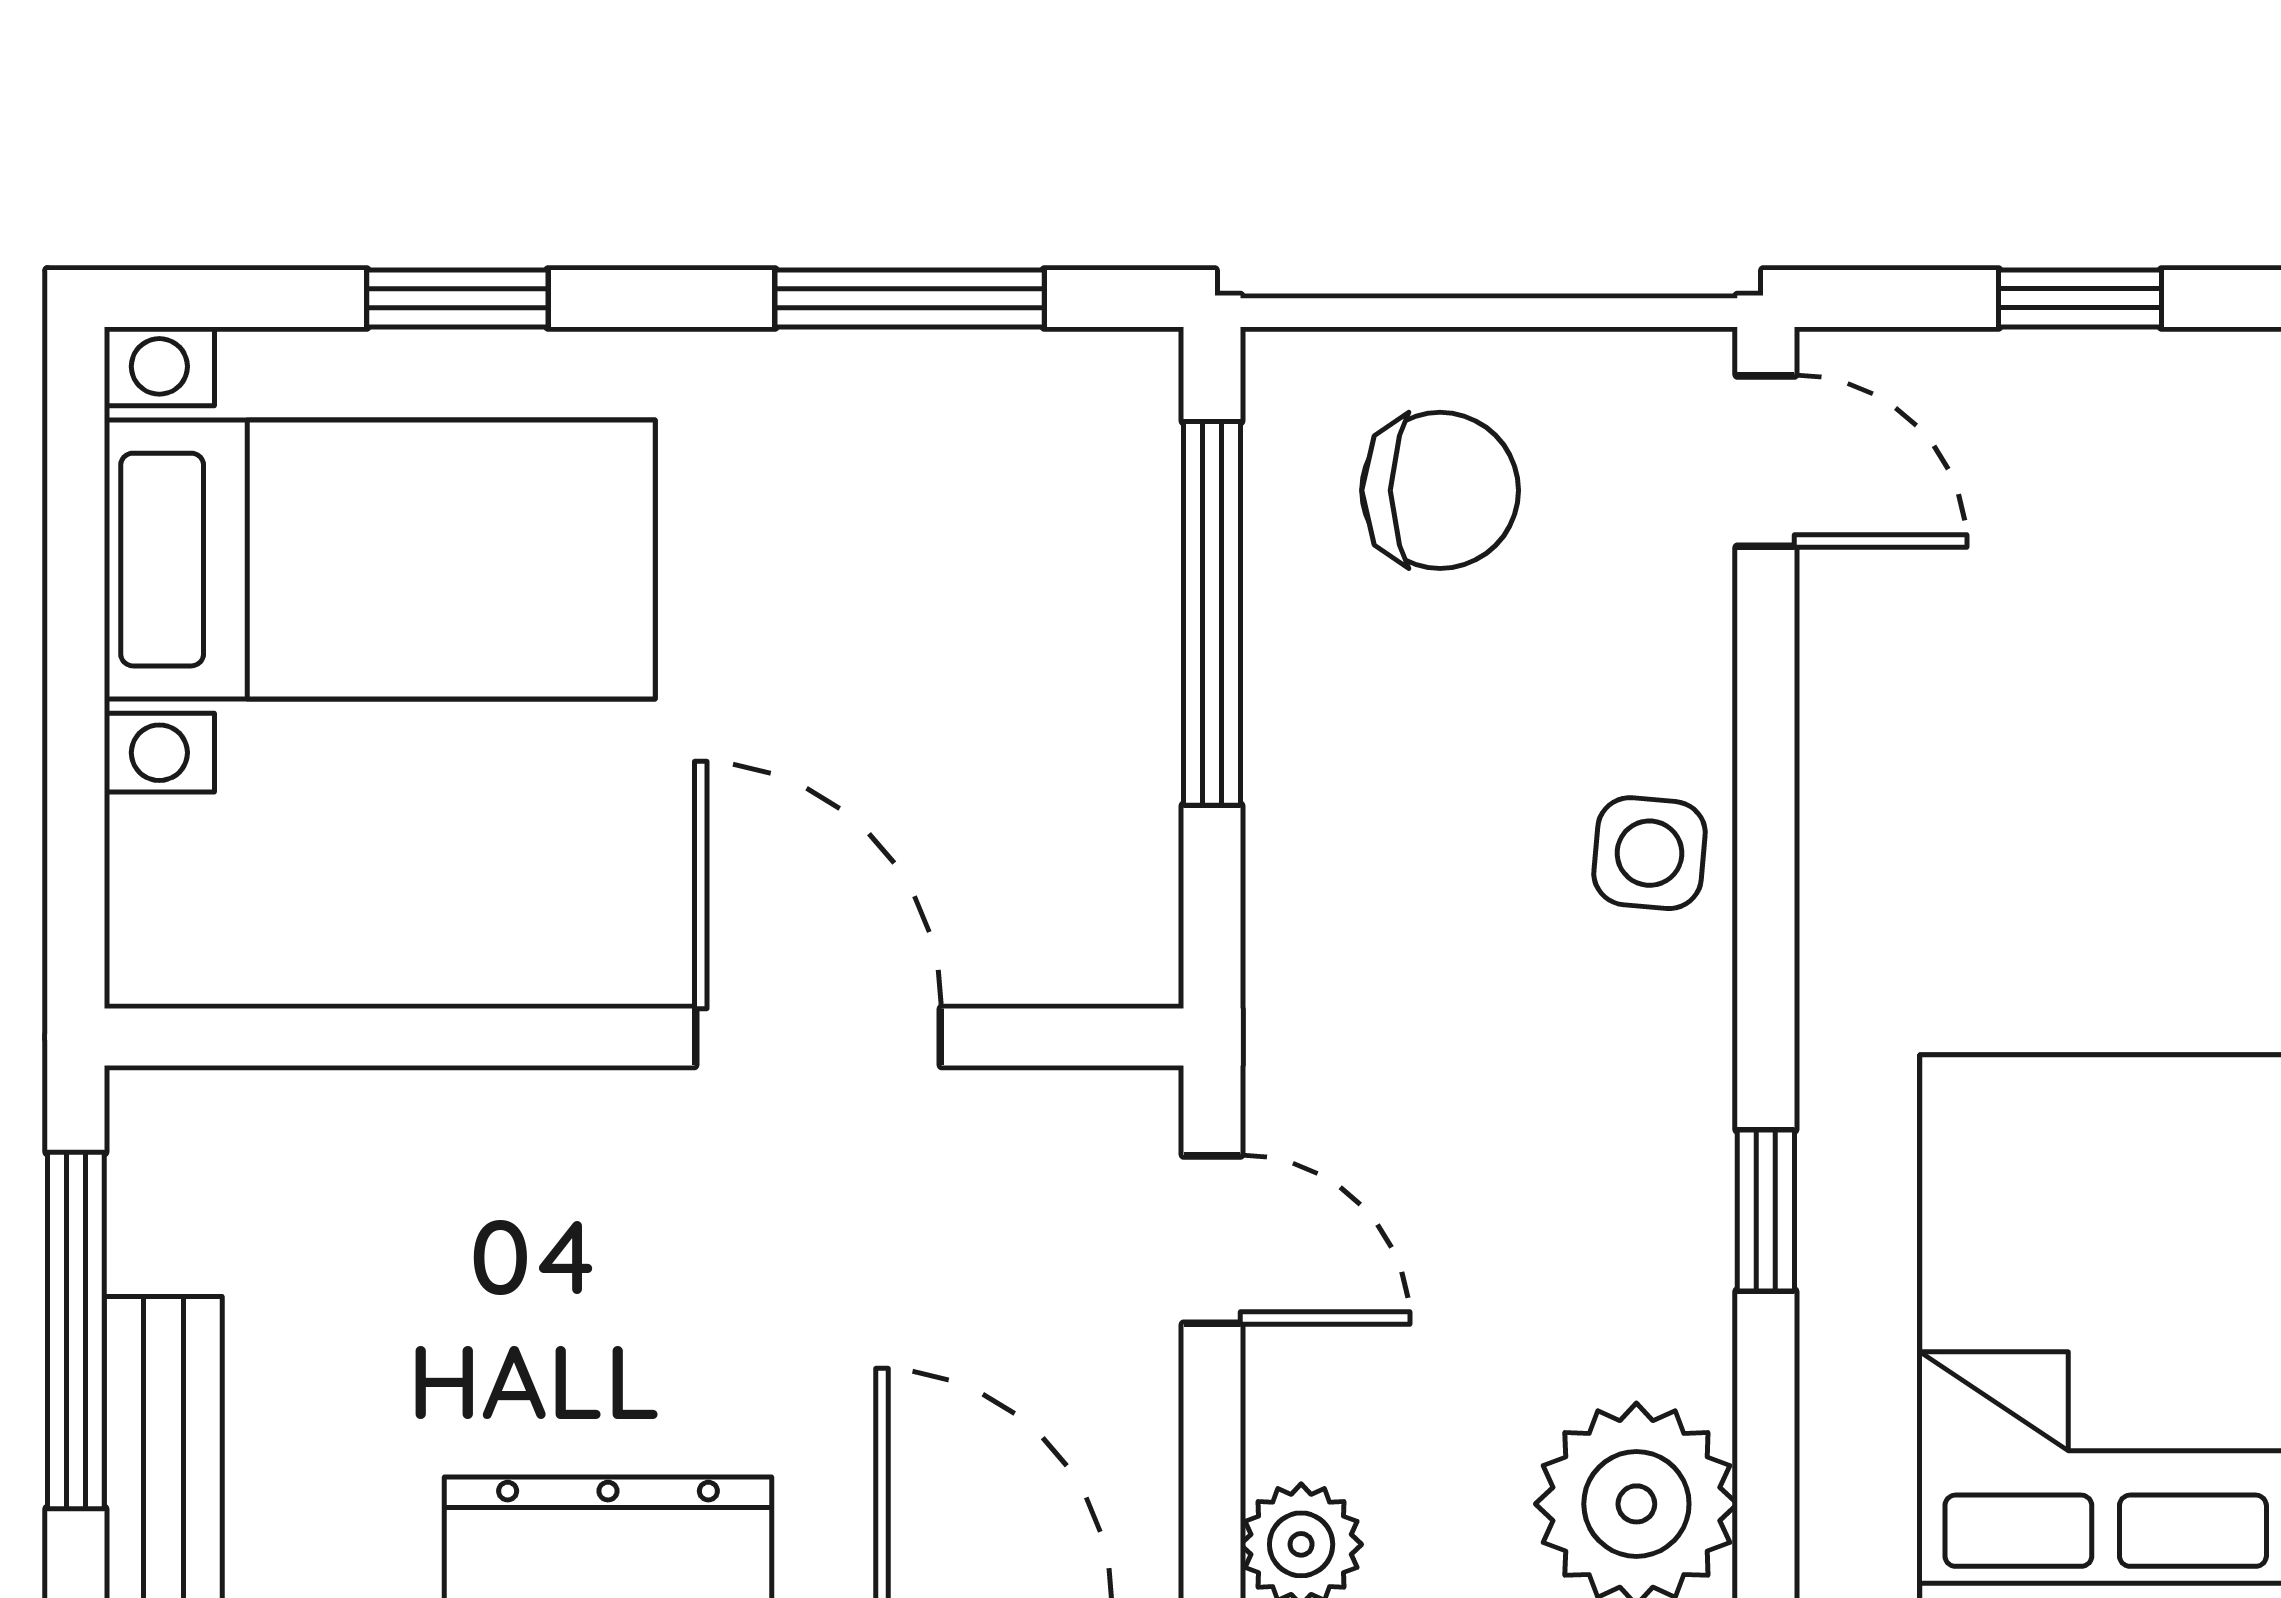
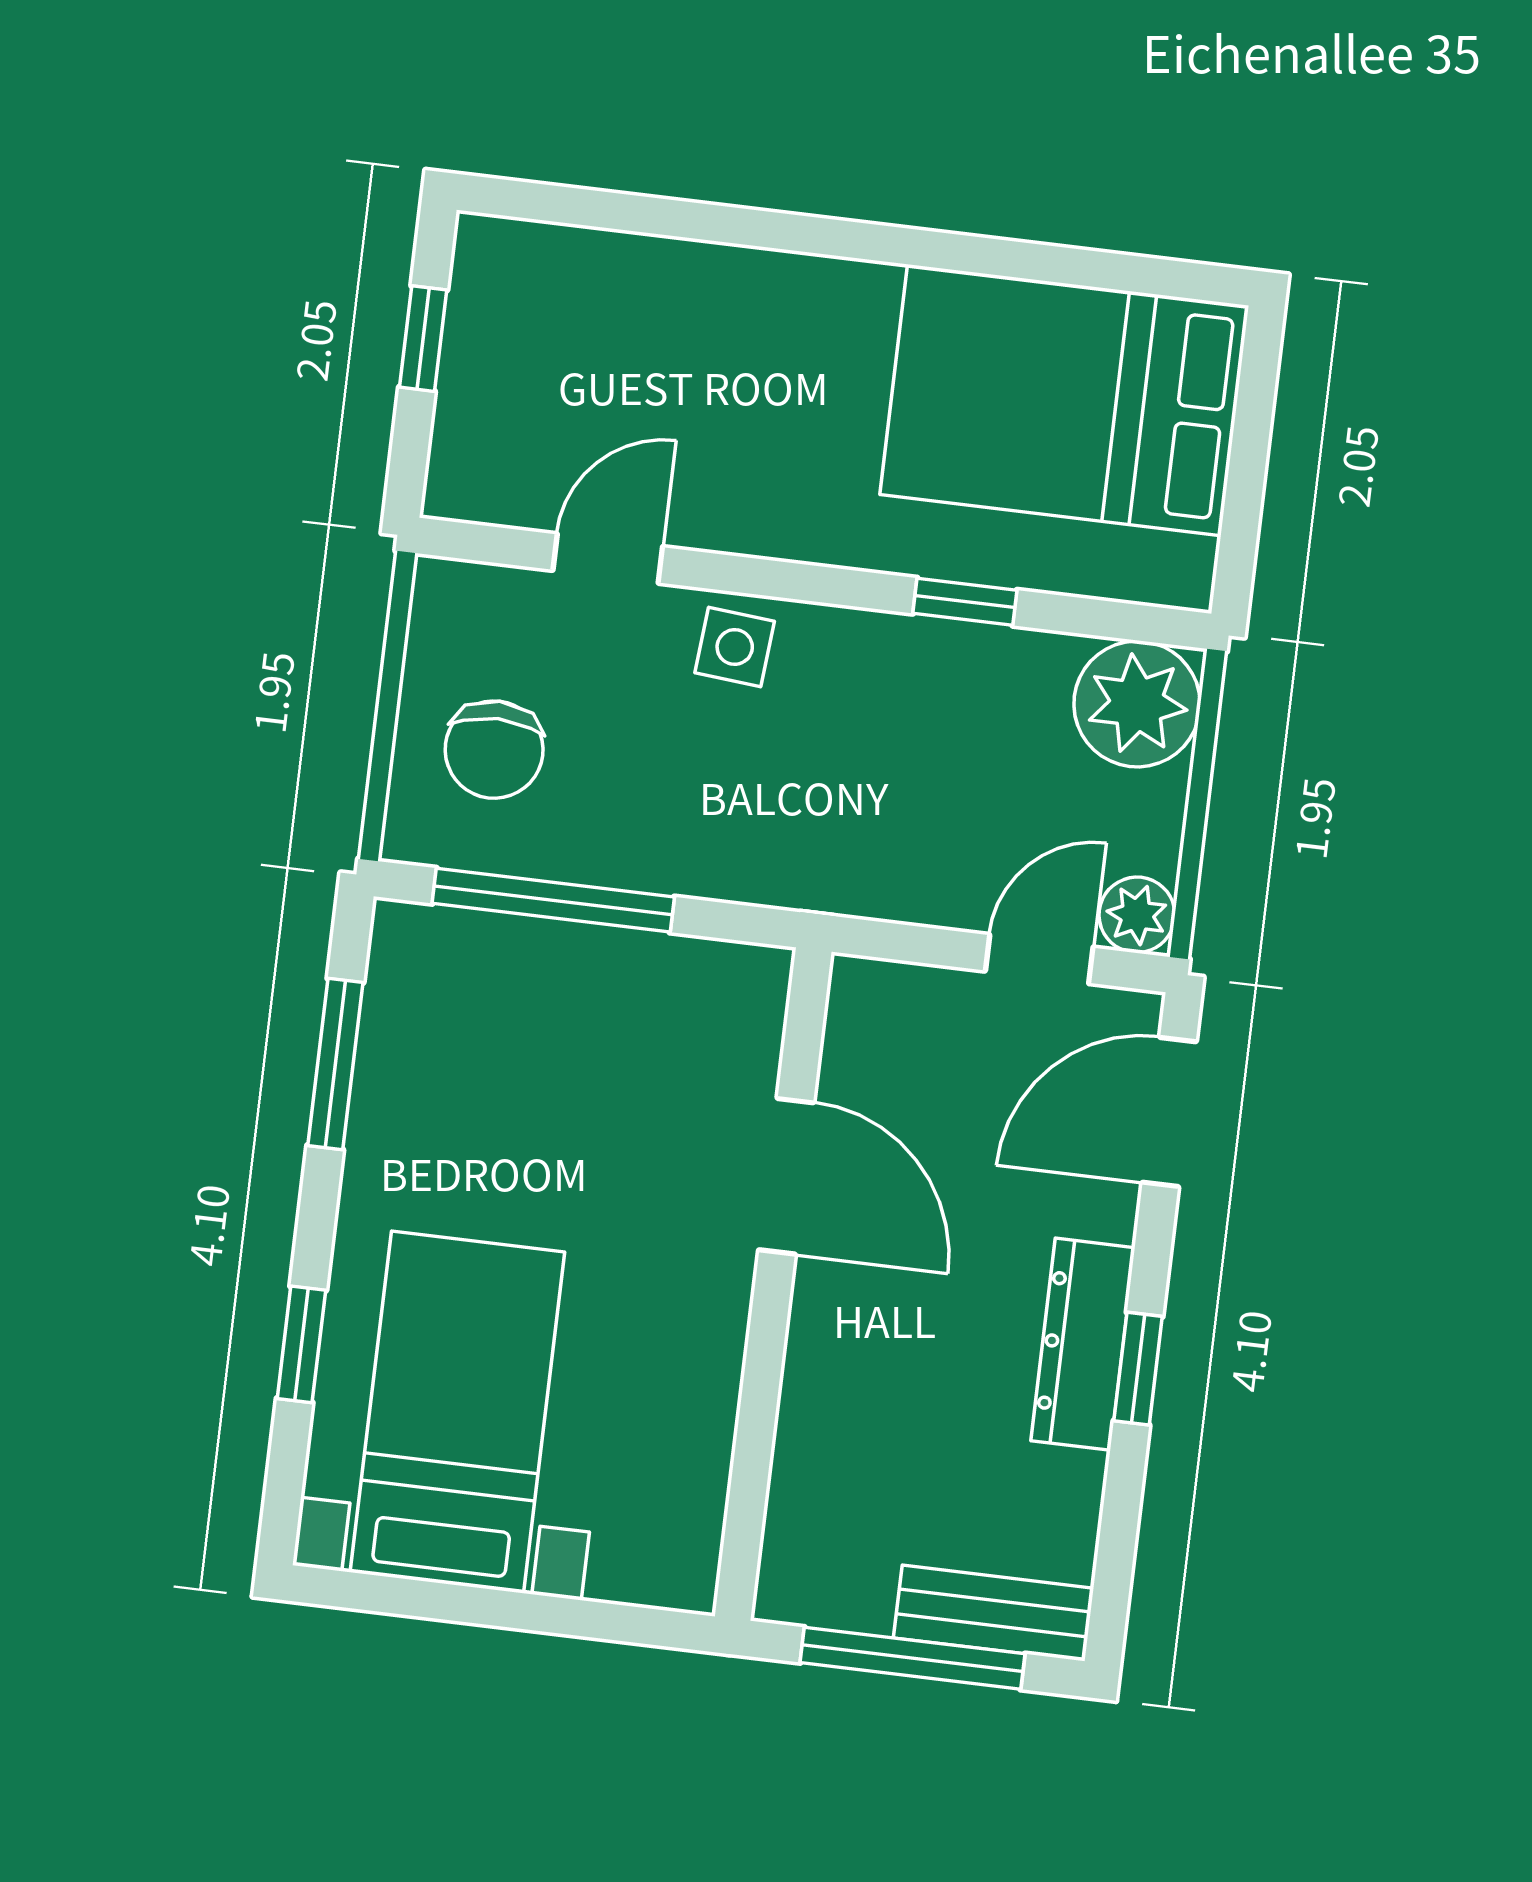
door: (1766, 461) -> (608, 558), moved
chair: (1440, 490) -> (494, 750), turned 180
door: (818, 1037) -> (786, 1176), swing flipped
door: (1212, 1240) -> (1039, 959), moved

